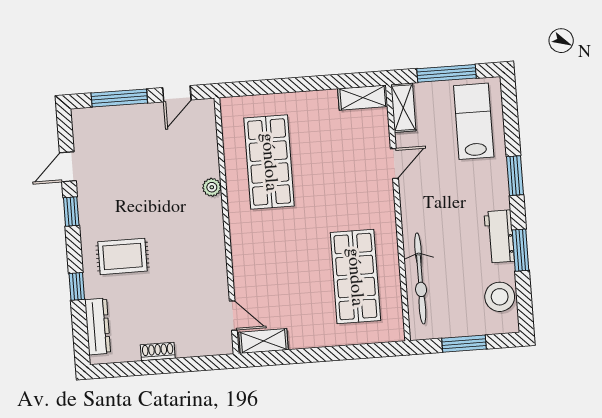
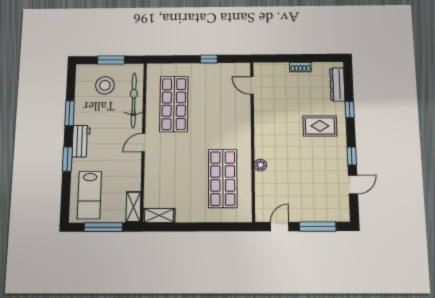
door: (394, 164) -> (143, 143), moved
workbench: (499, 236) -> (81, 141), moved
stool: (500, 297) -> (105, 85), moved
shelving: (264, 341) -> (234, 69), removed
window: (306, 356) -> (209, 59), added

